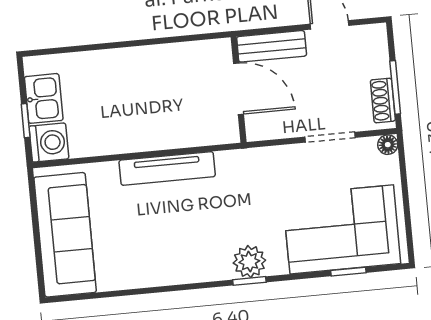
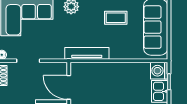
tv unit: (167, 168) -> (87, 53), moved
coffee table: (152, 247) -> (116, 18), added

